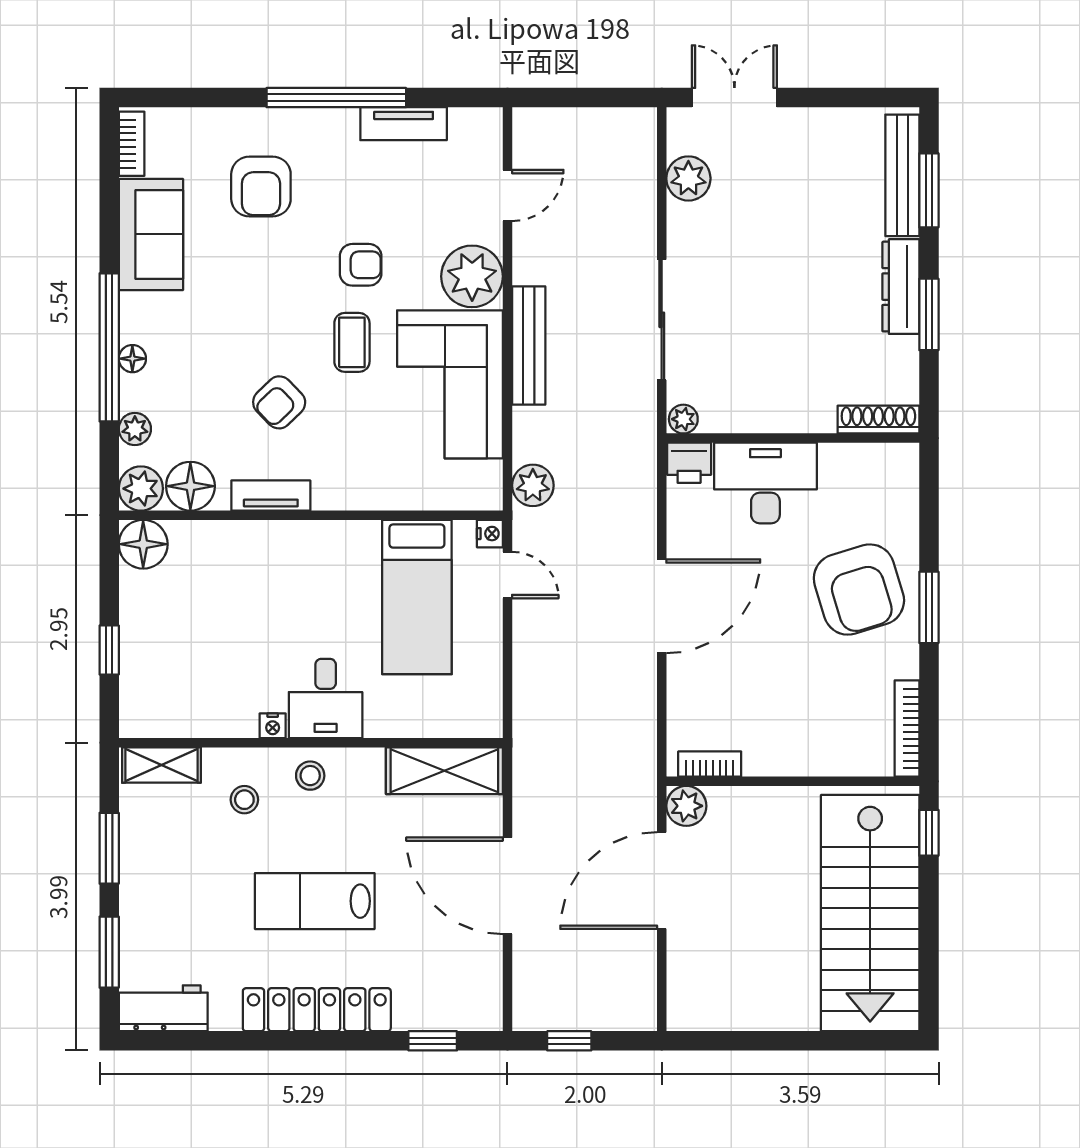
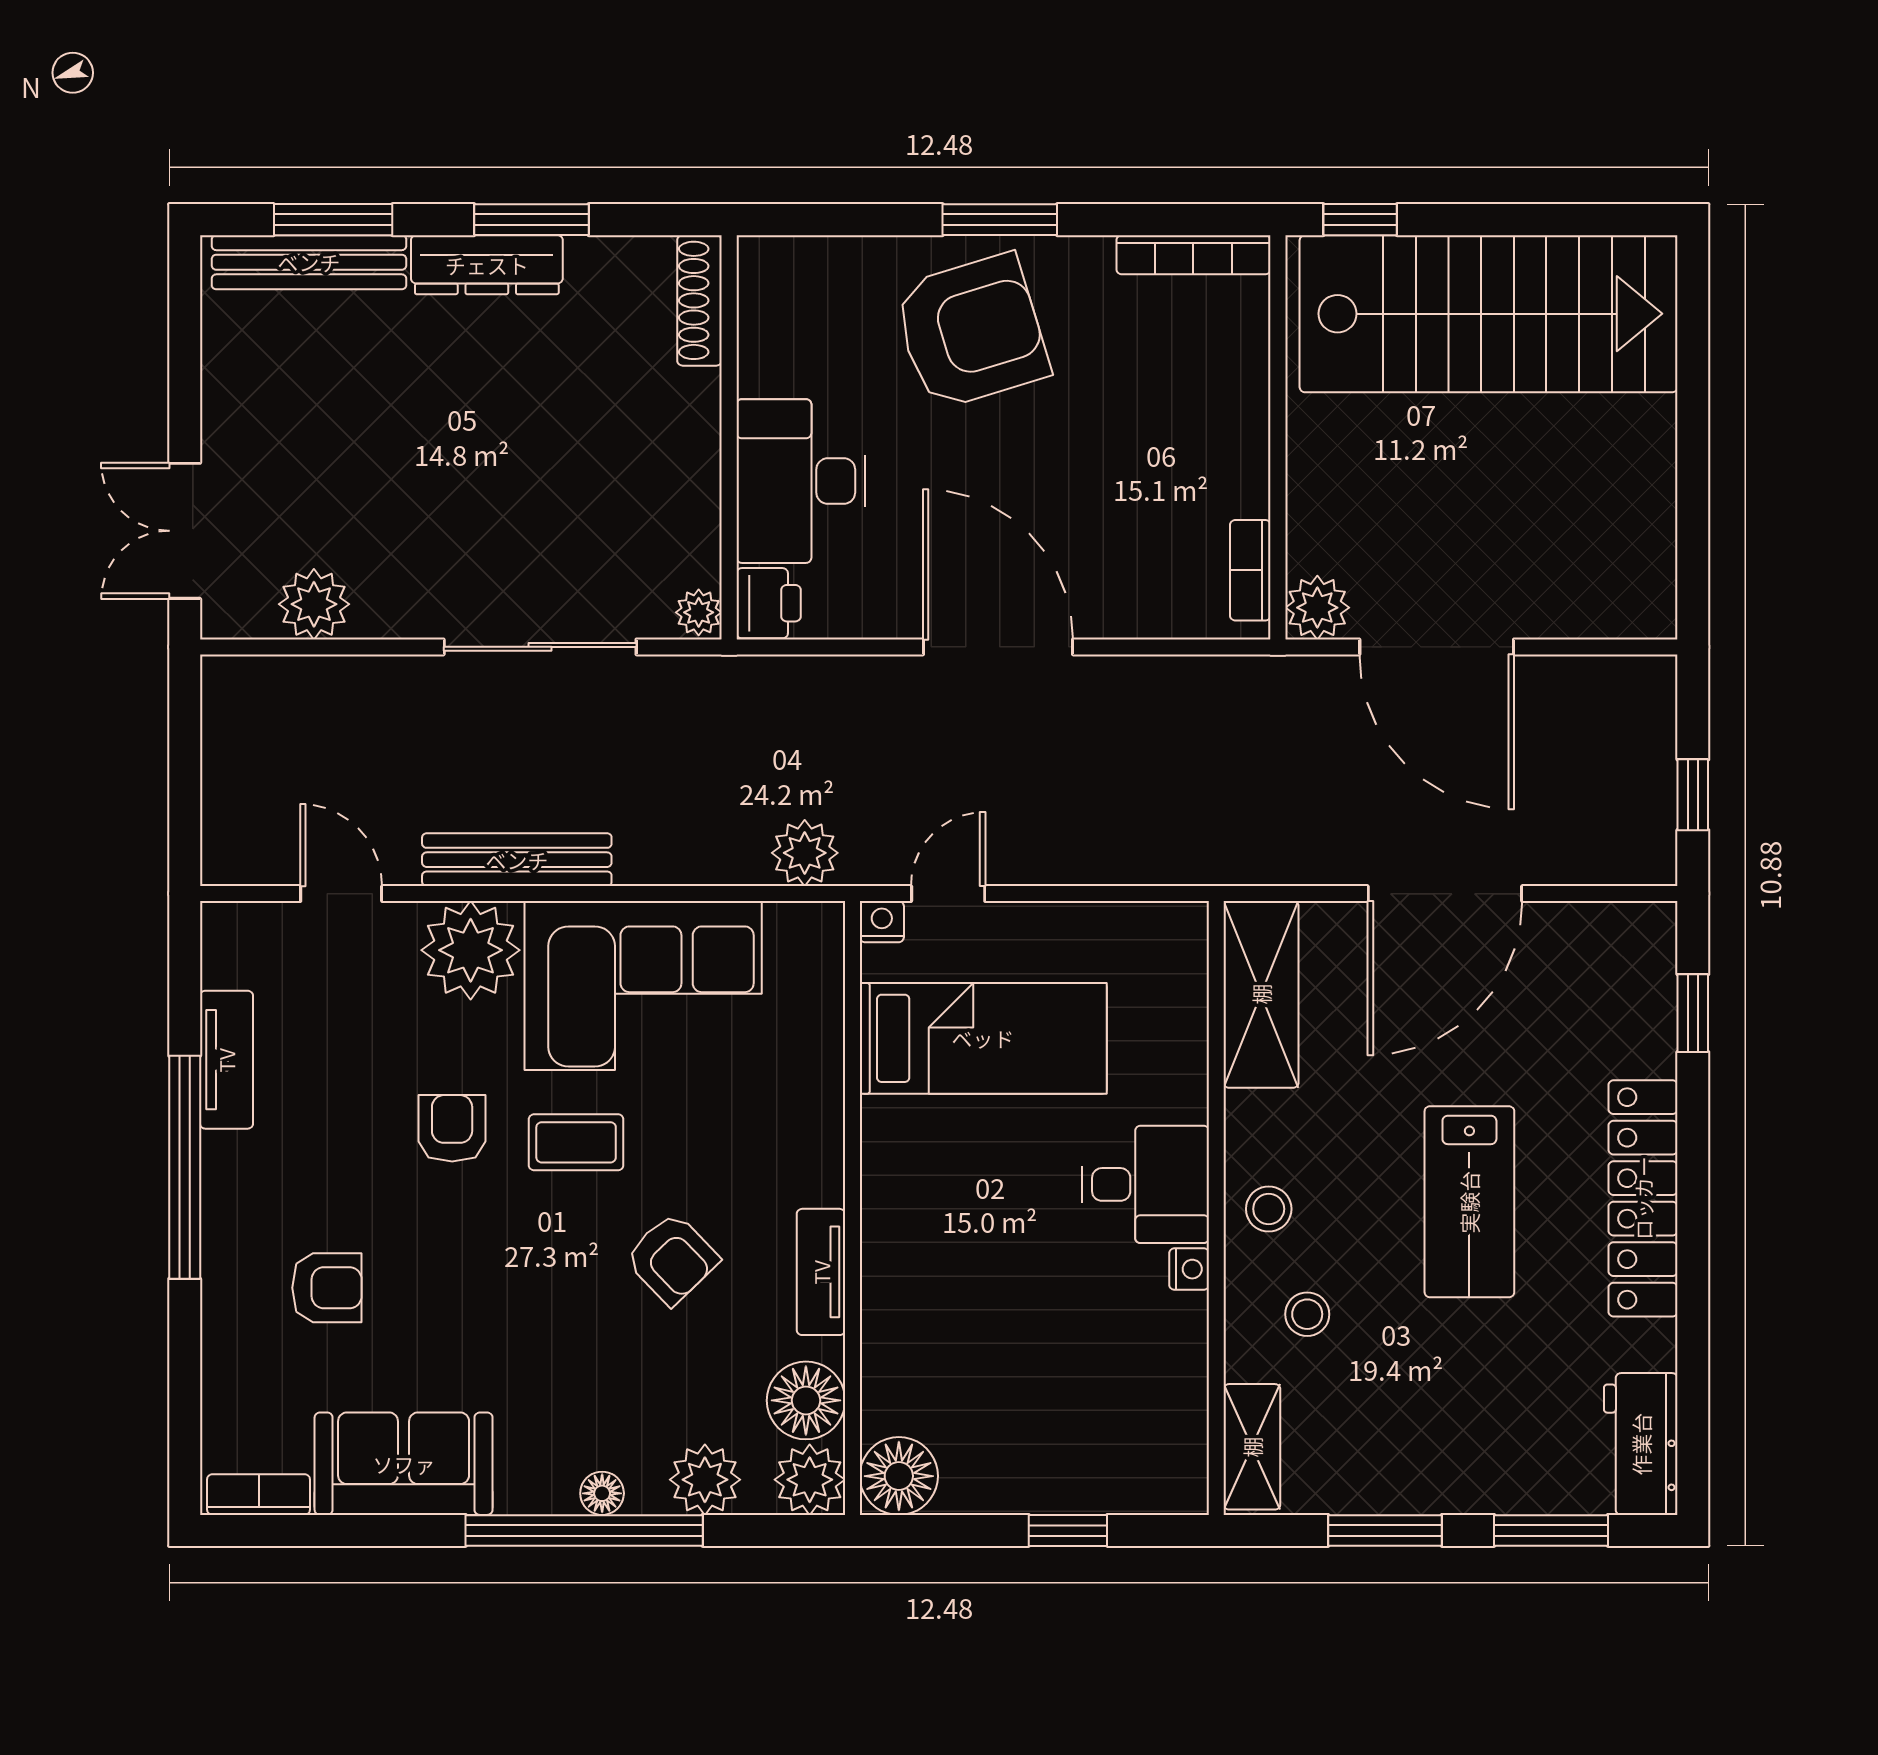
armchair: (261, 187) -> (327, 1288), width x0.72, depth x0.72
bench: (529, 345) -> (517, 860), moved
plant: (135, 429) -> (705, 1480), width x1.38, depth x1.38

